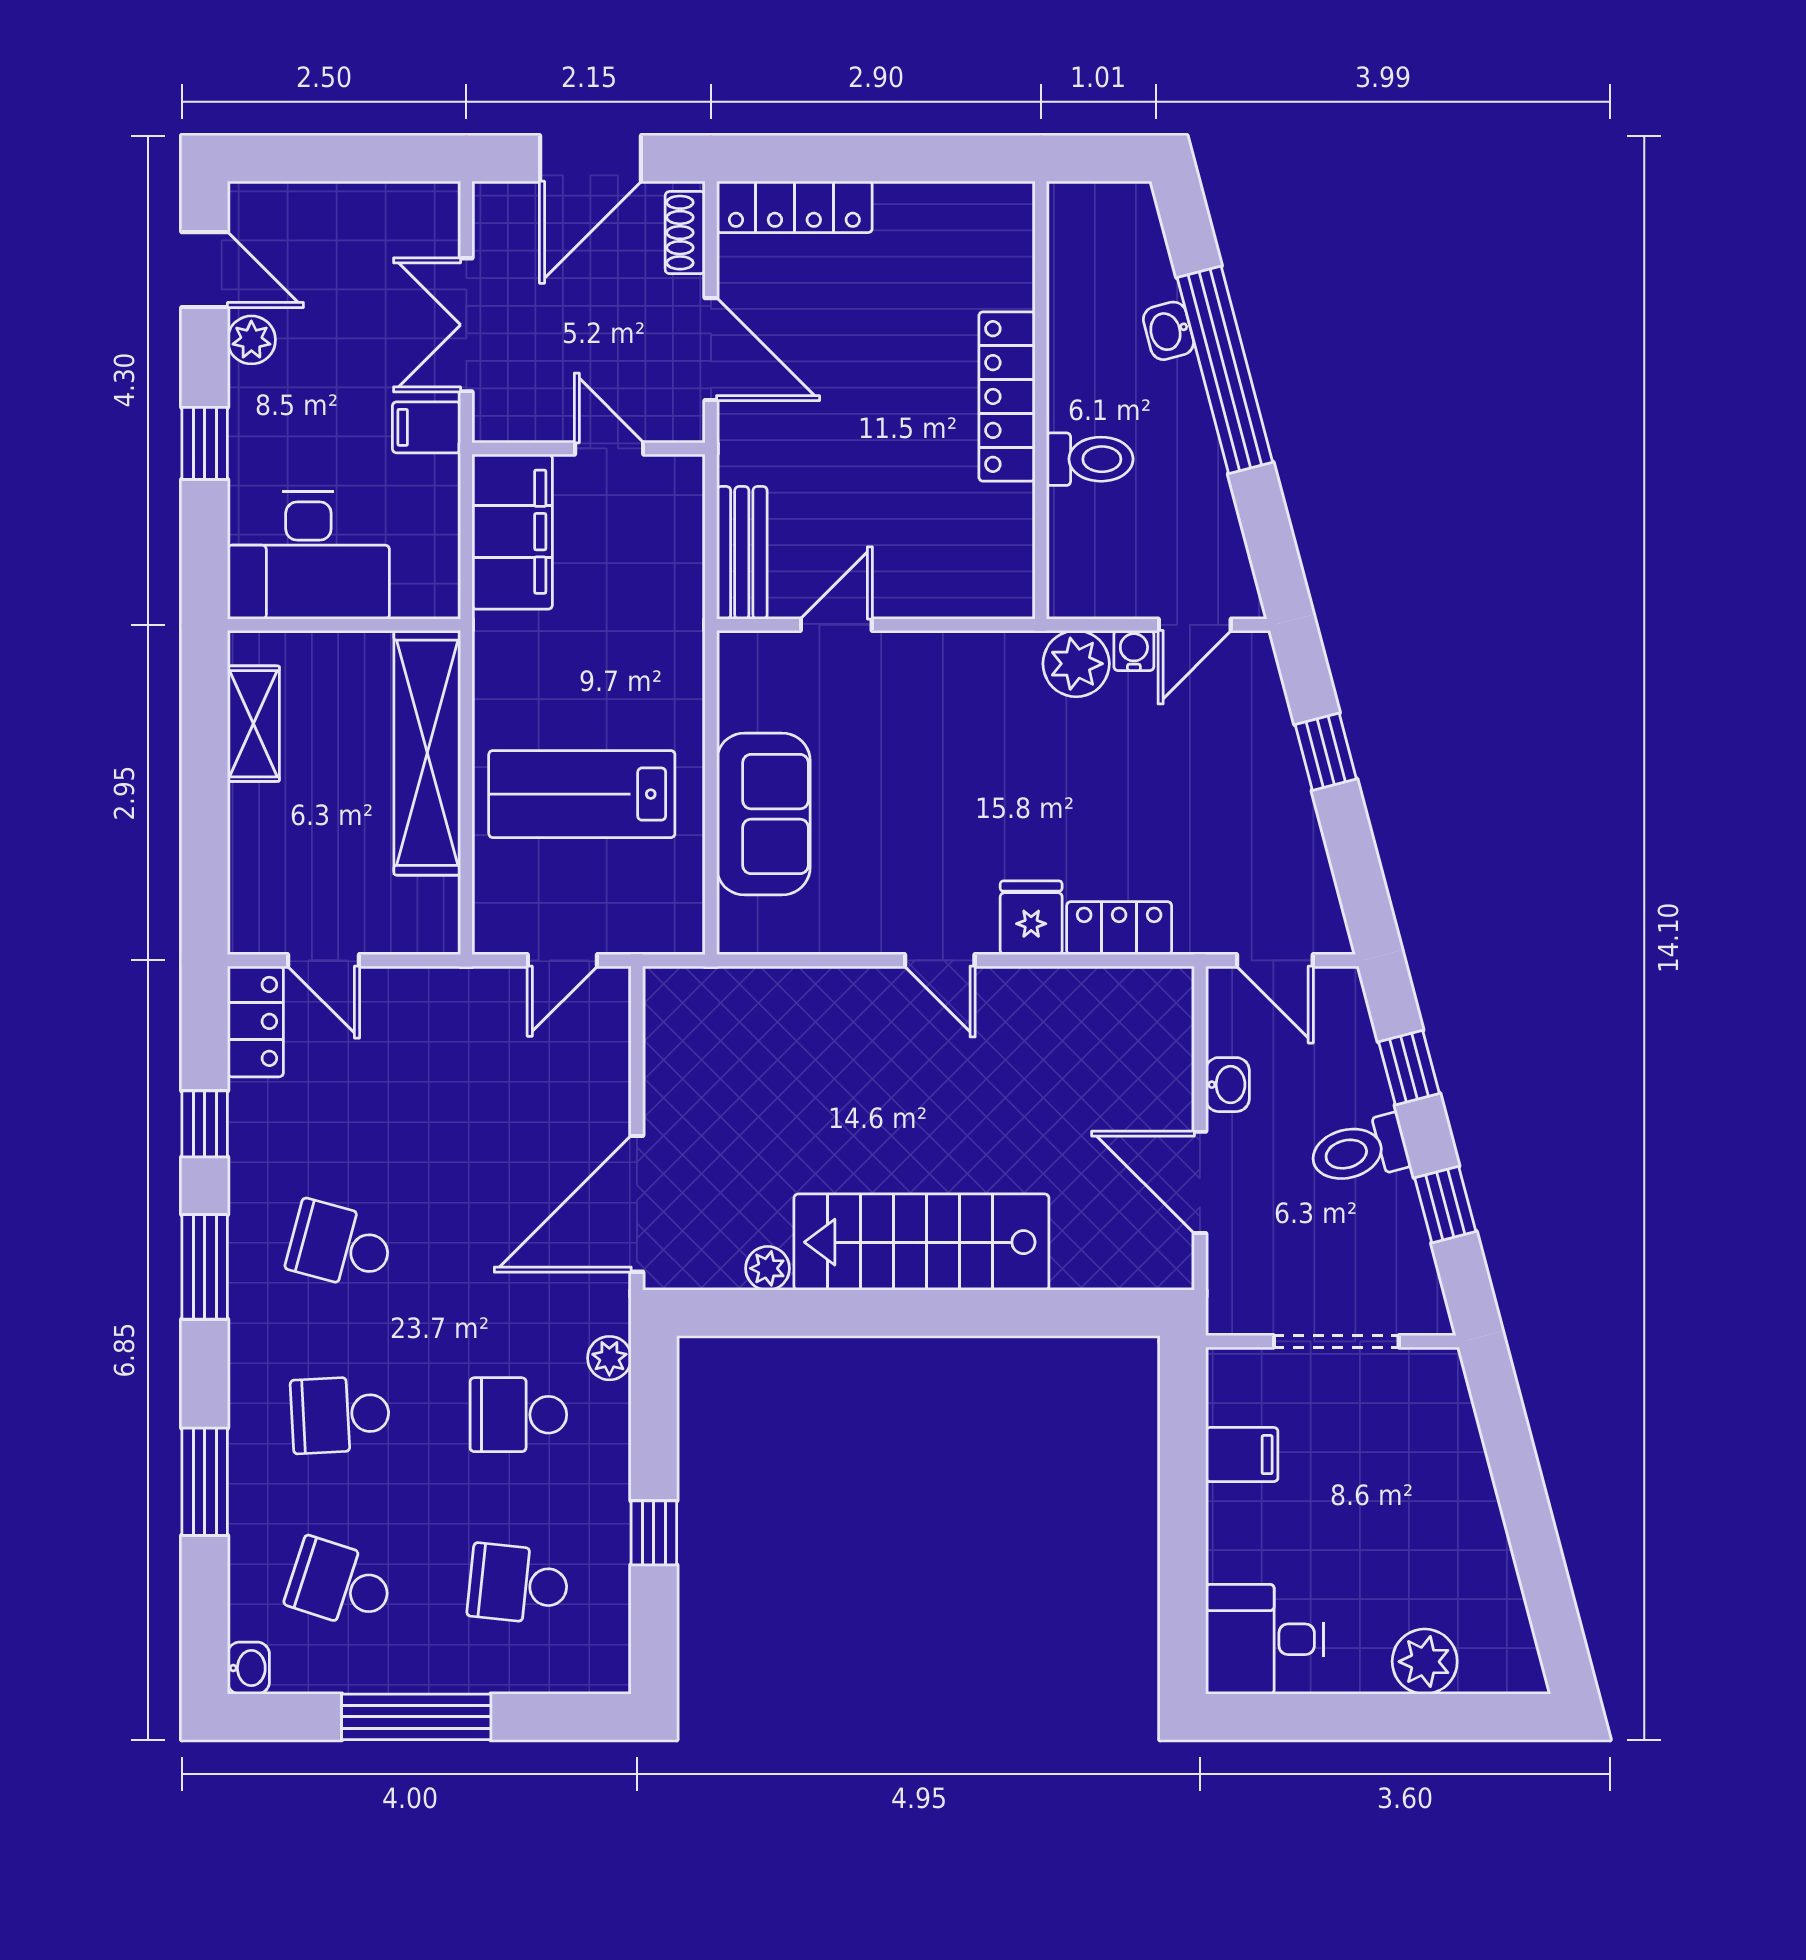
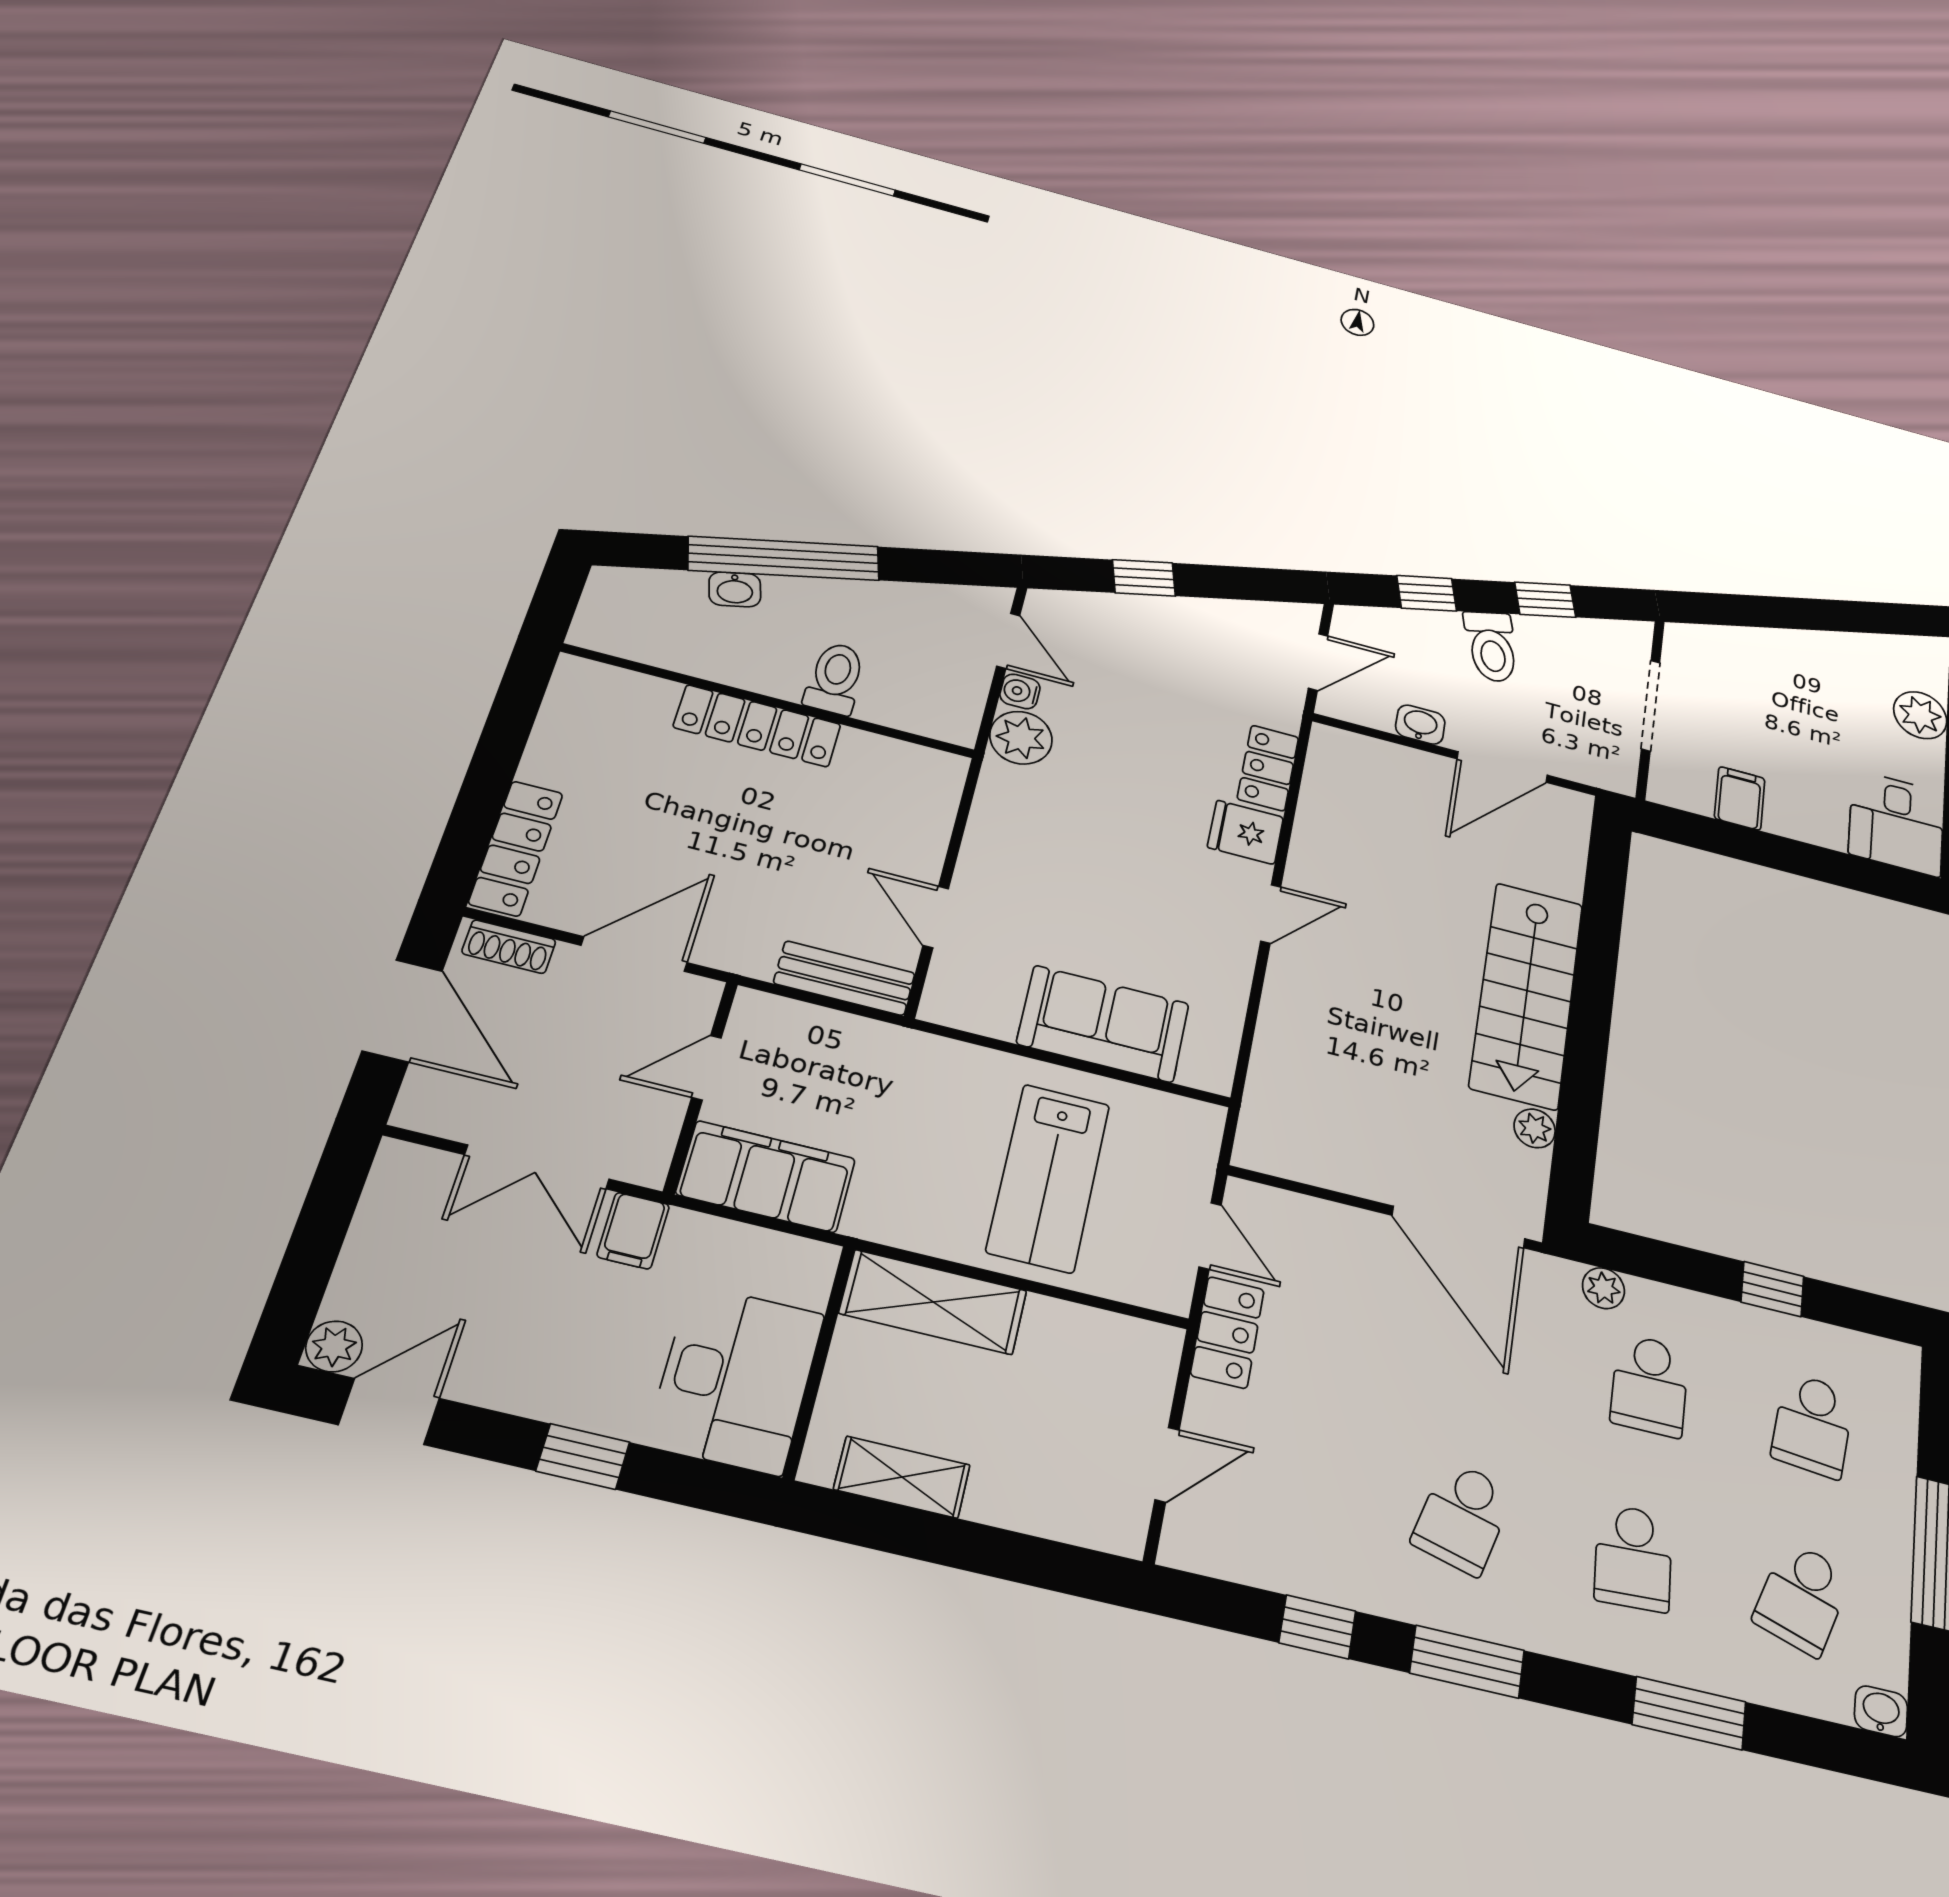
plant: (251, 340) -> (334, 1346), moved
shelving: (427, 753) -> (933, 1302), width x0.68
locker: (255, 1021) -> (1227, 1332), moved, turned 90

